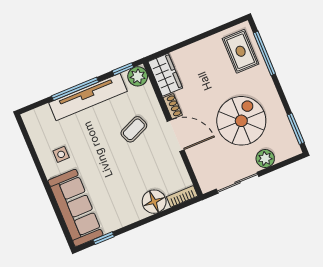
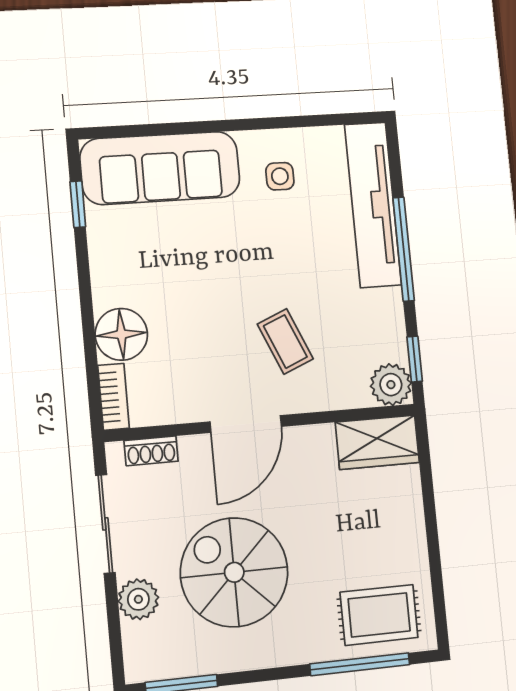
tv unit: (88, 97) -> (373, 205), moved
shoe rack: (173, 106) -> (151, 451), moved
spiral stairs: (241, 121) -> (234, 572), turned 180

